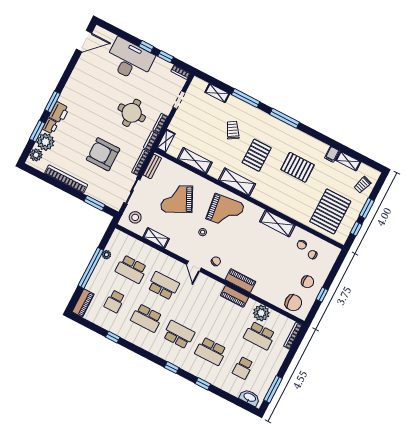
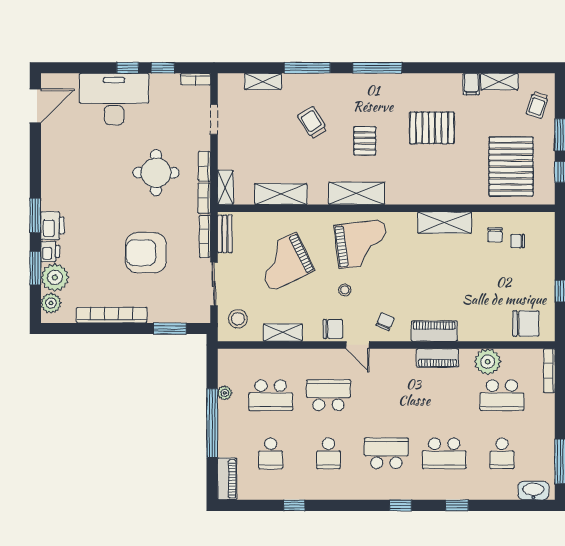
pallet: (257, 155) -> (365, 141), width x0.67, depth x0.71
chair: (307, 282) -> (333, 329), moved
school desk: (147, 318) -> (328, 453), width x0.54

